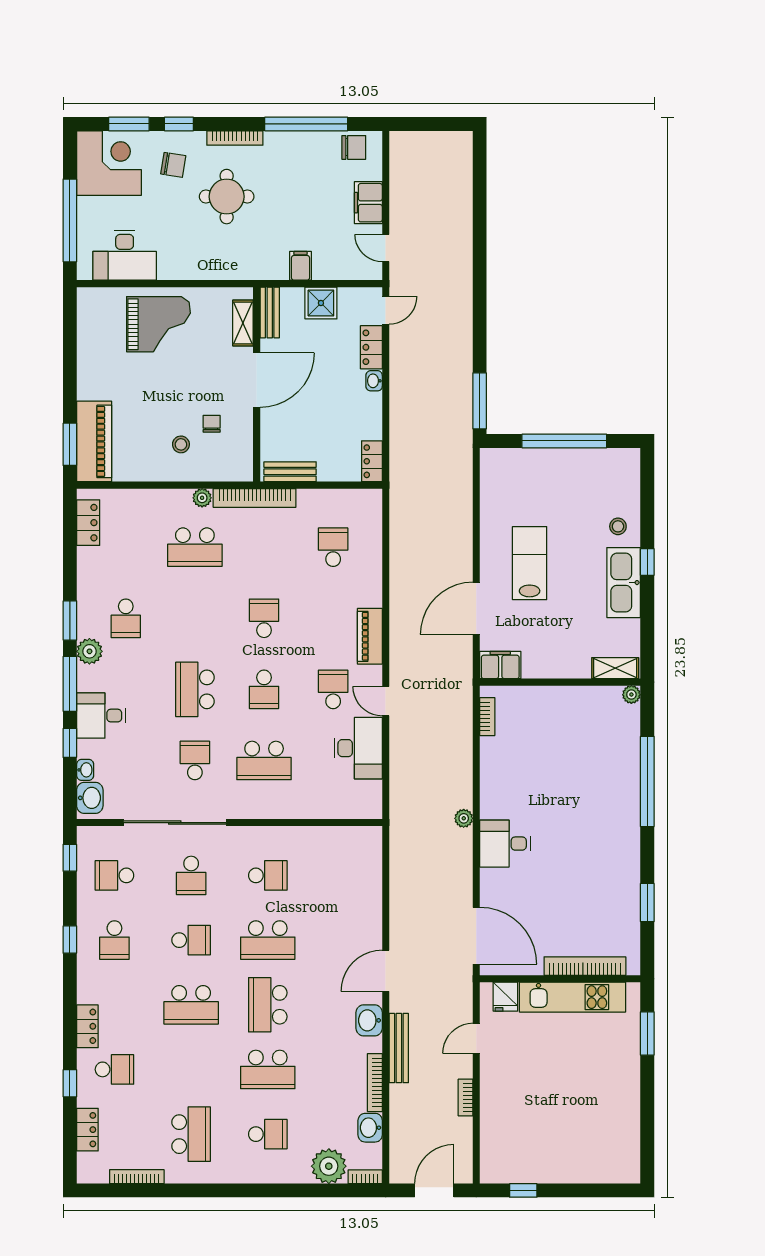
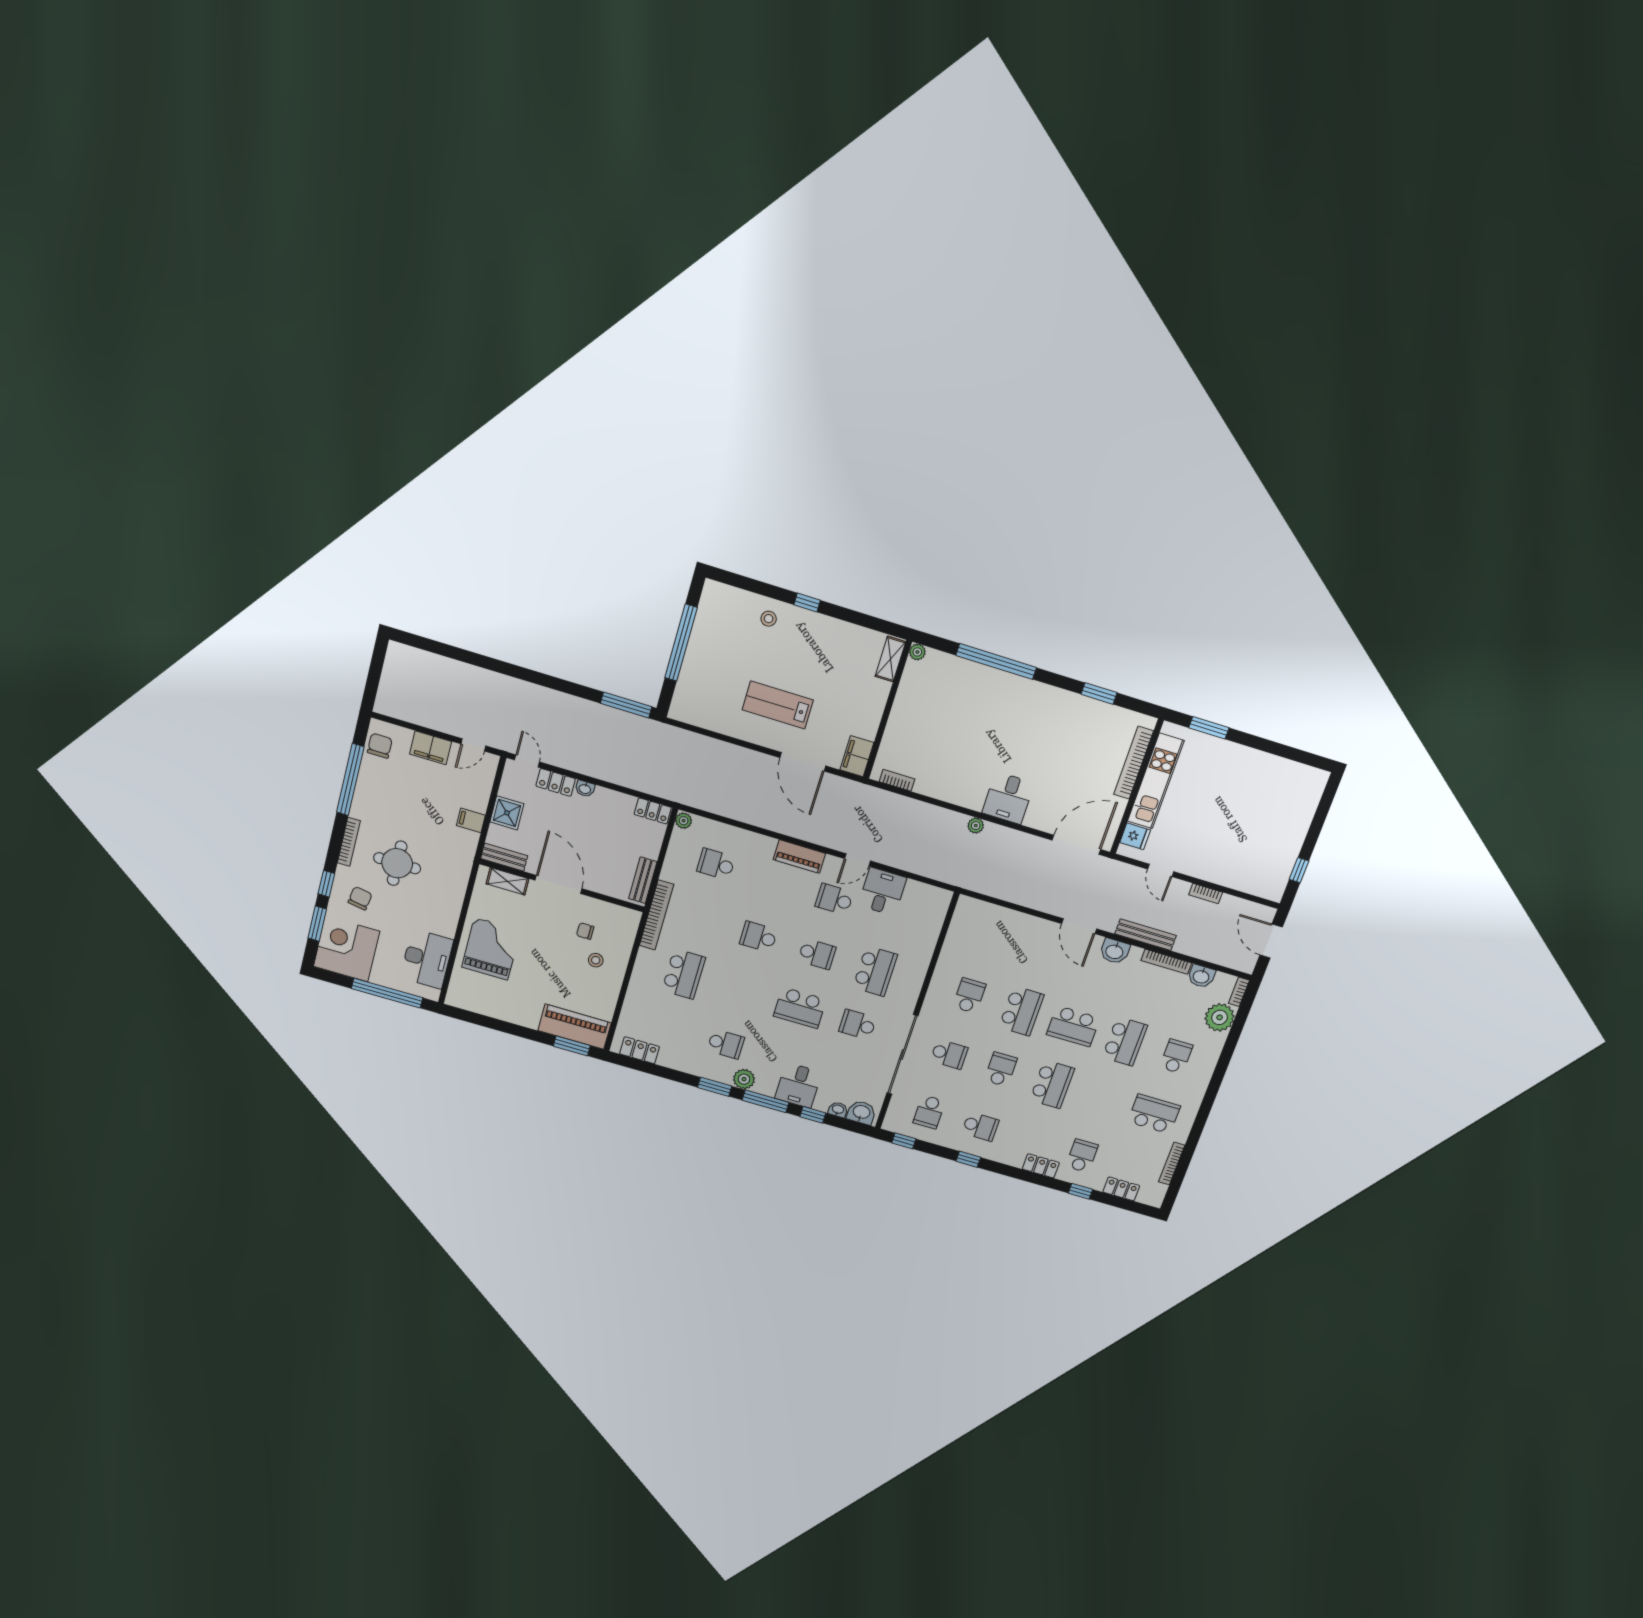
plant: (202, 498) -> (684, 821), moved
kitchen sink: (624, 583) -> (819, 629), removed
desk: (358, 748) -> (882, 892), width x0.73

